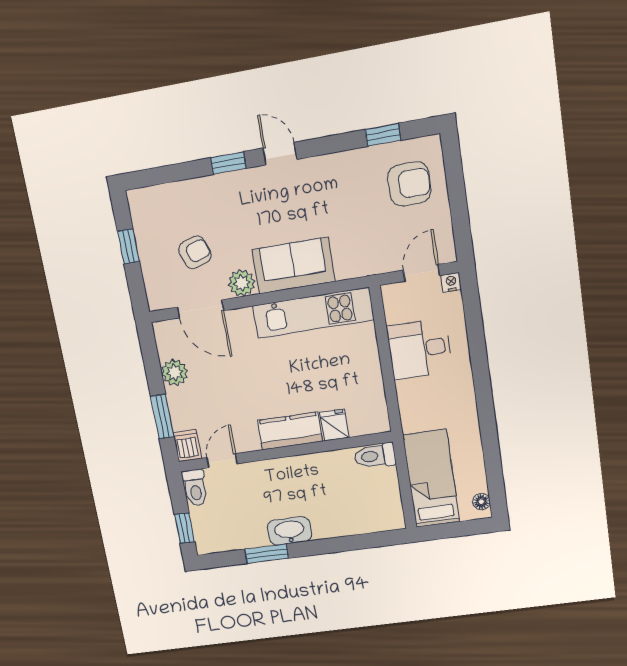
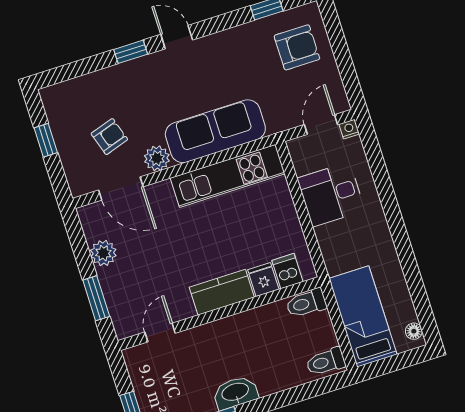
sofa: (293, 266) -> (215, 131), width x1.36
dishwasher: (187, 446) -> (287, 271), moved
toilet: (195, 488) -> (326, 362), moved, turned 90

